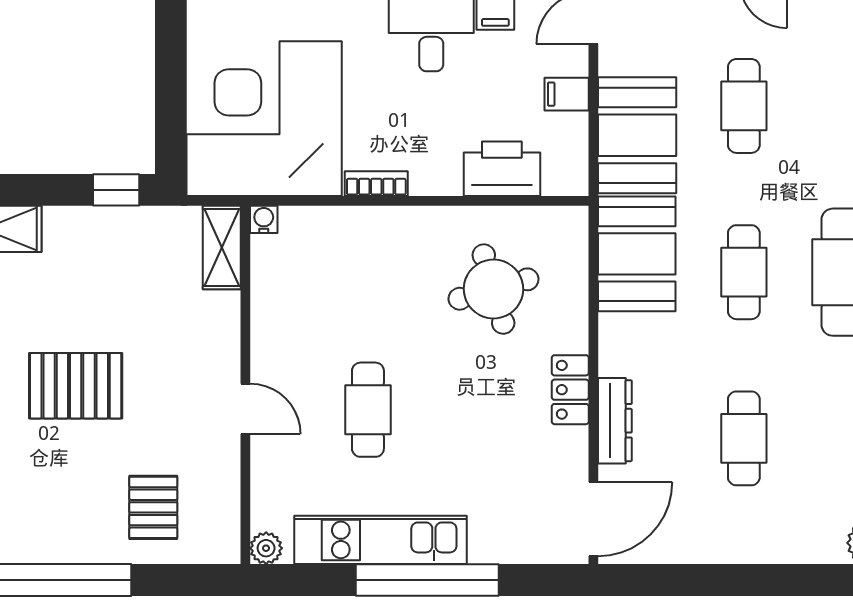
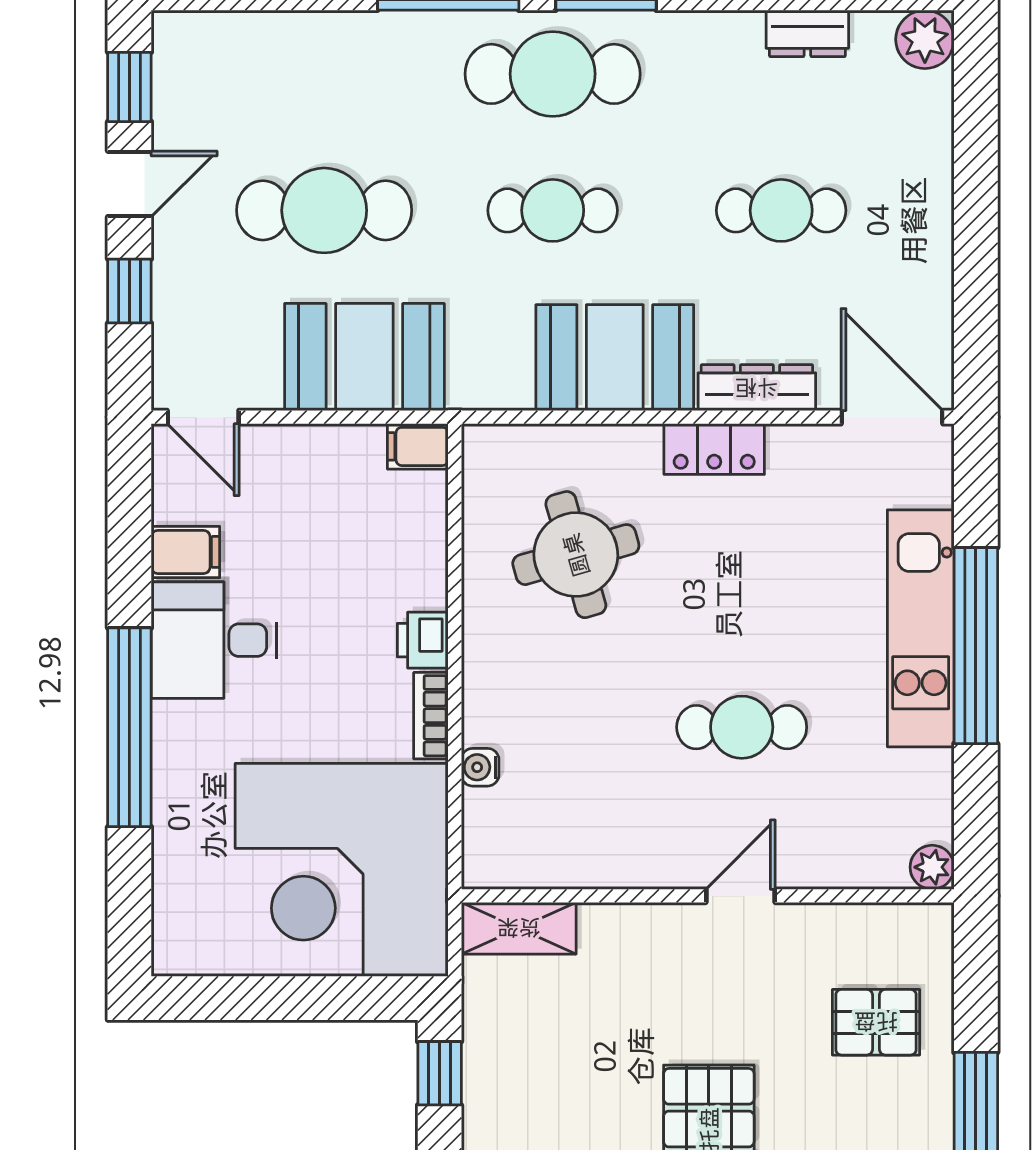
filing cabinet: (567, 94) -> (418, 446), moved, turned 90
cafe table: (744, 106) -> (324, 210), width x1.37, depth x1.35
printer: (502, 169) -> (423, 640), moved, width x0.53, depth x0.68
water cooler: (264, 219) -> (480, 767), moved
booth: (637, 254) -> (615, 358), moved
kitchen unit: (380, 540) -> (921, 628), moved

